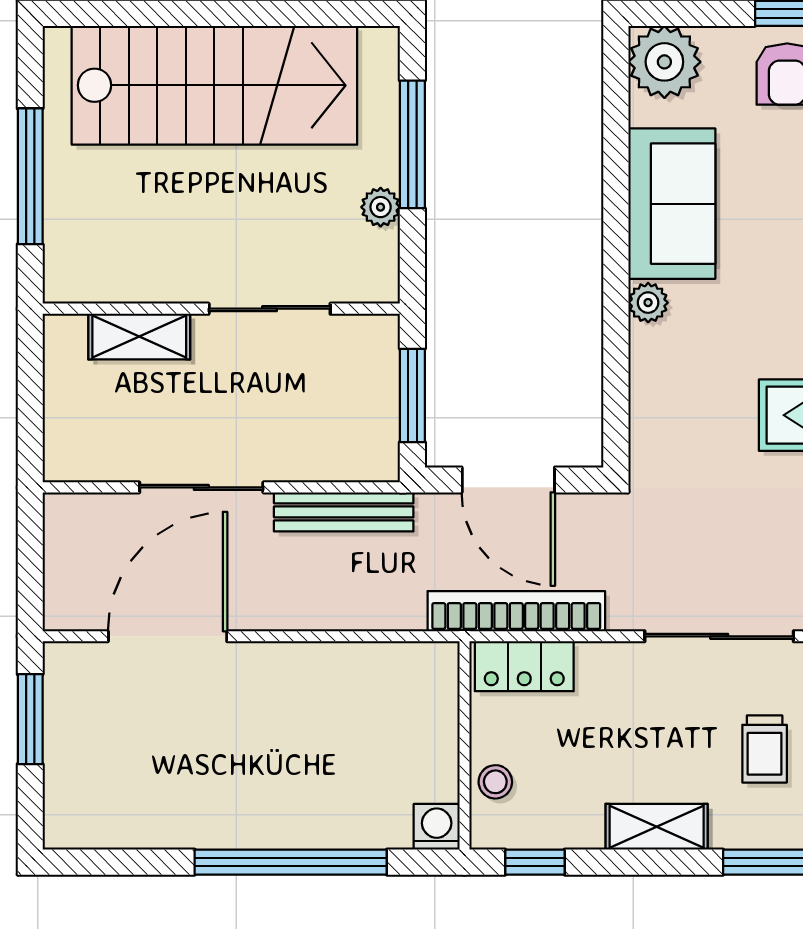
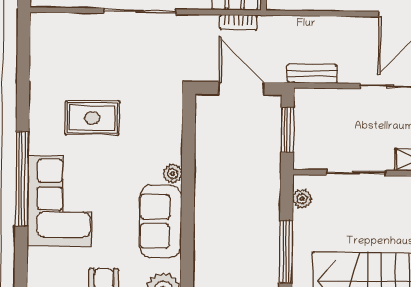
plant: (381, 207) -> (302, 199), moved
bench: (344, 512) -> (312, 74), width x0.73
bookcase: (516, 611) -> (238, 22), width x0.43, depth x0.76

